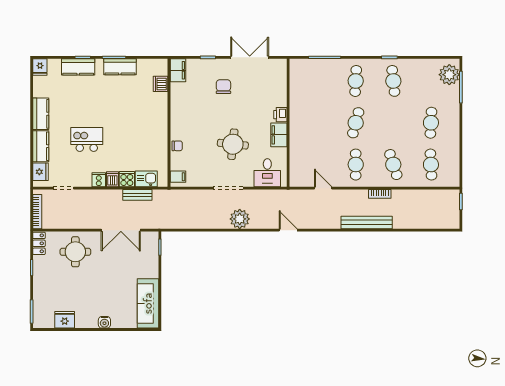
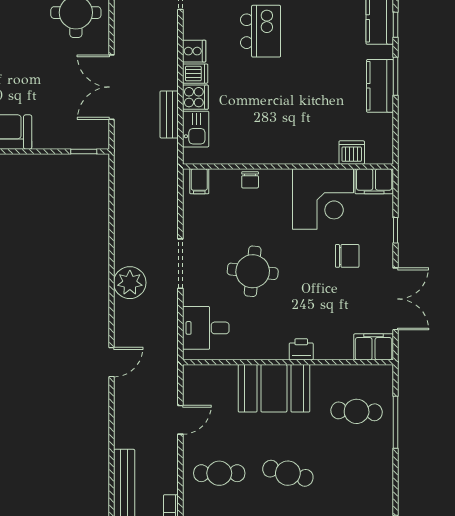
cafe table: (356, 81) -> (357, 411), moved
corner desk: (189, 101) -> (323, 199), added
booth: (304, 131) -> (274, 388), added
filing cabinet: (279, 135) -> (374, 347), moved

